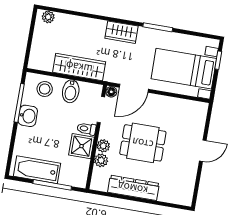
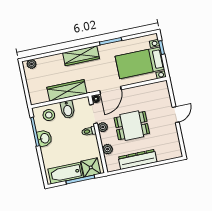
wardrobe: (121, 32) -> (81, 56), width x1.50
shower: (82, 146) -> (91, 167), moved
plant: (103, 146) -> (103, 127), moved

